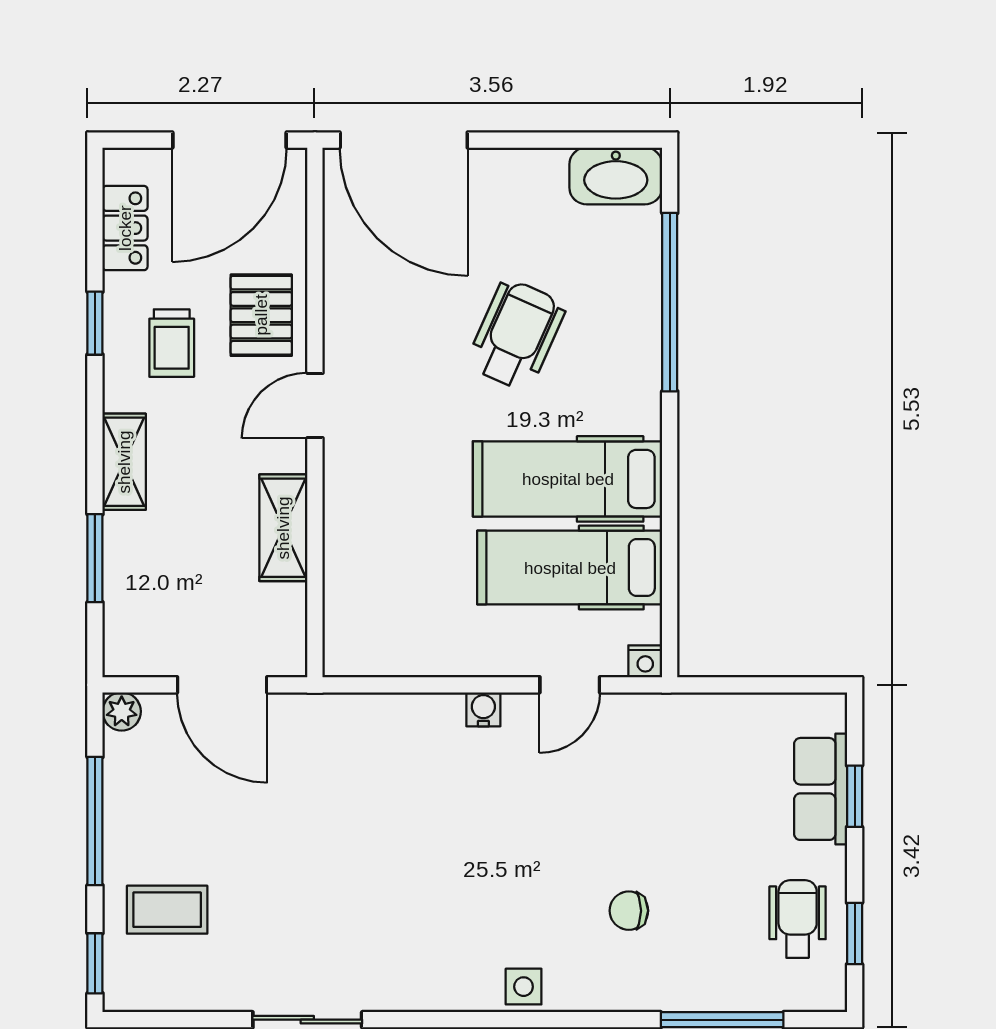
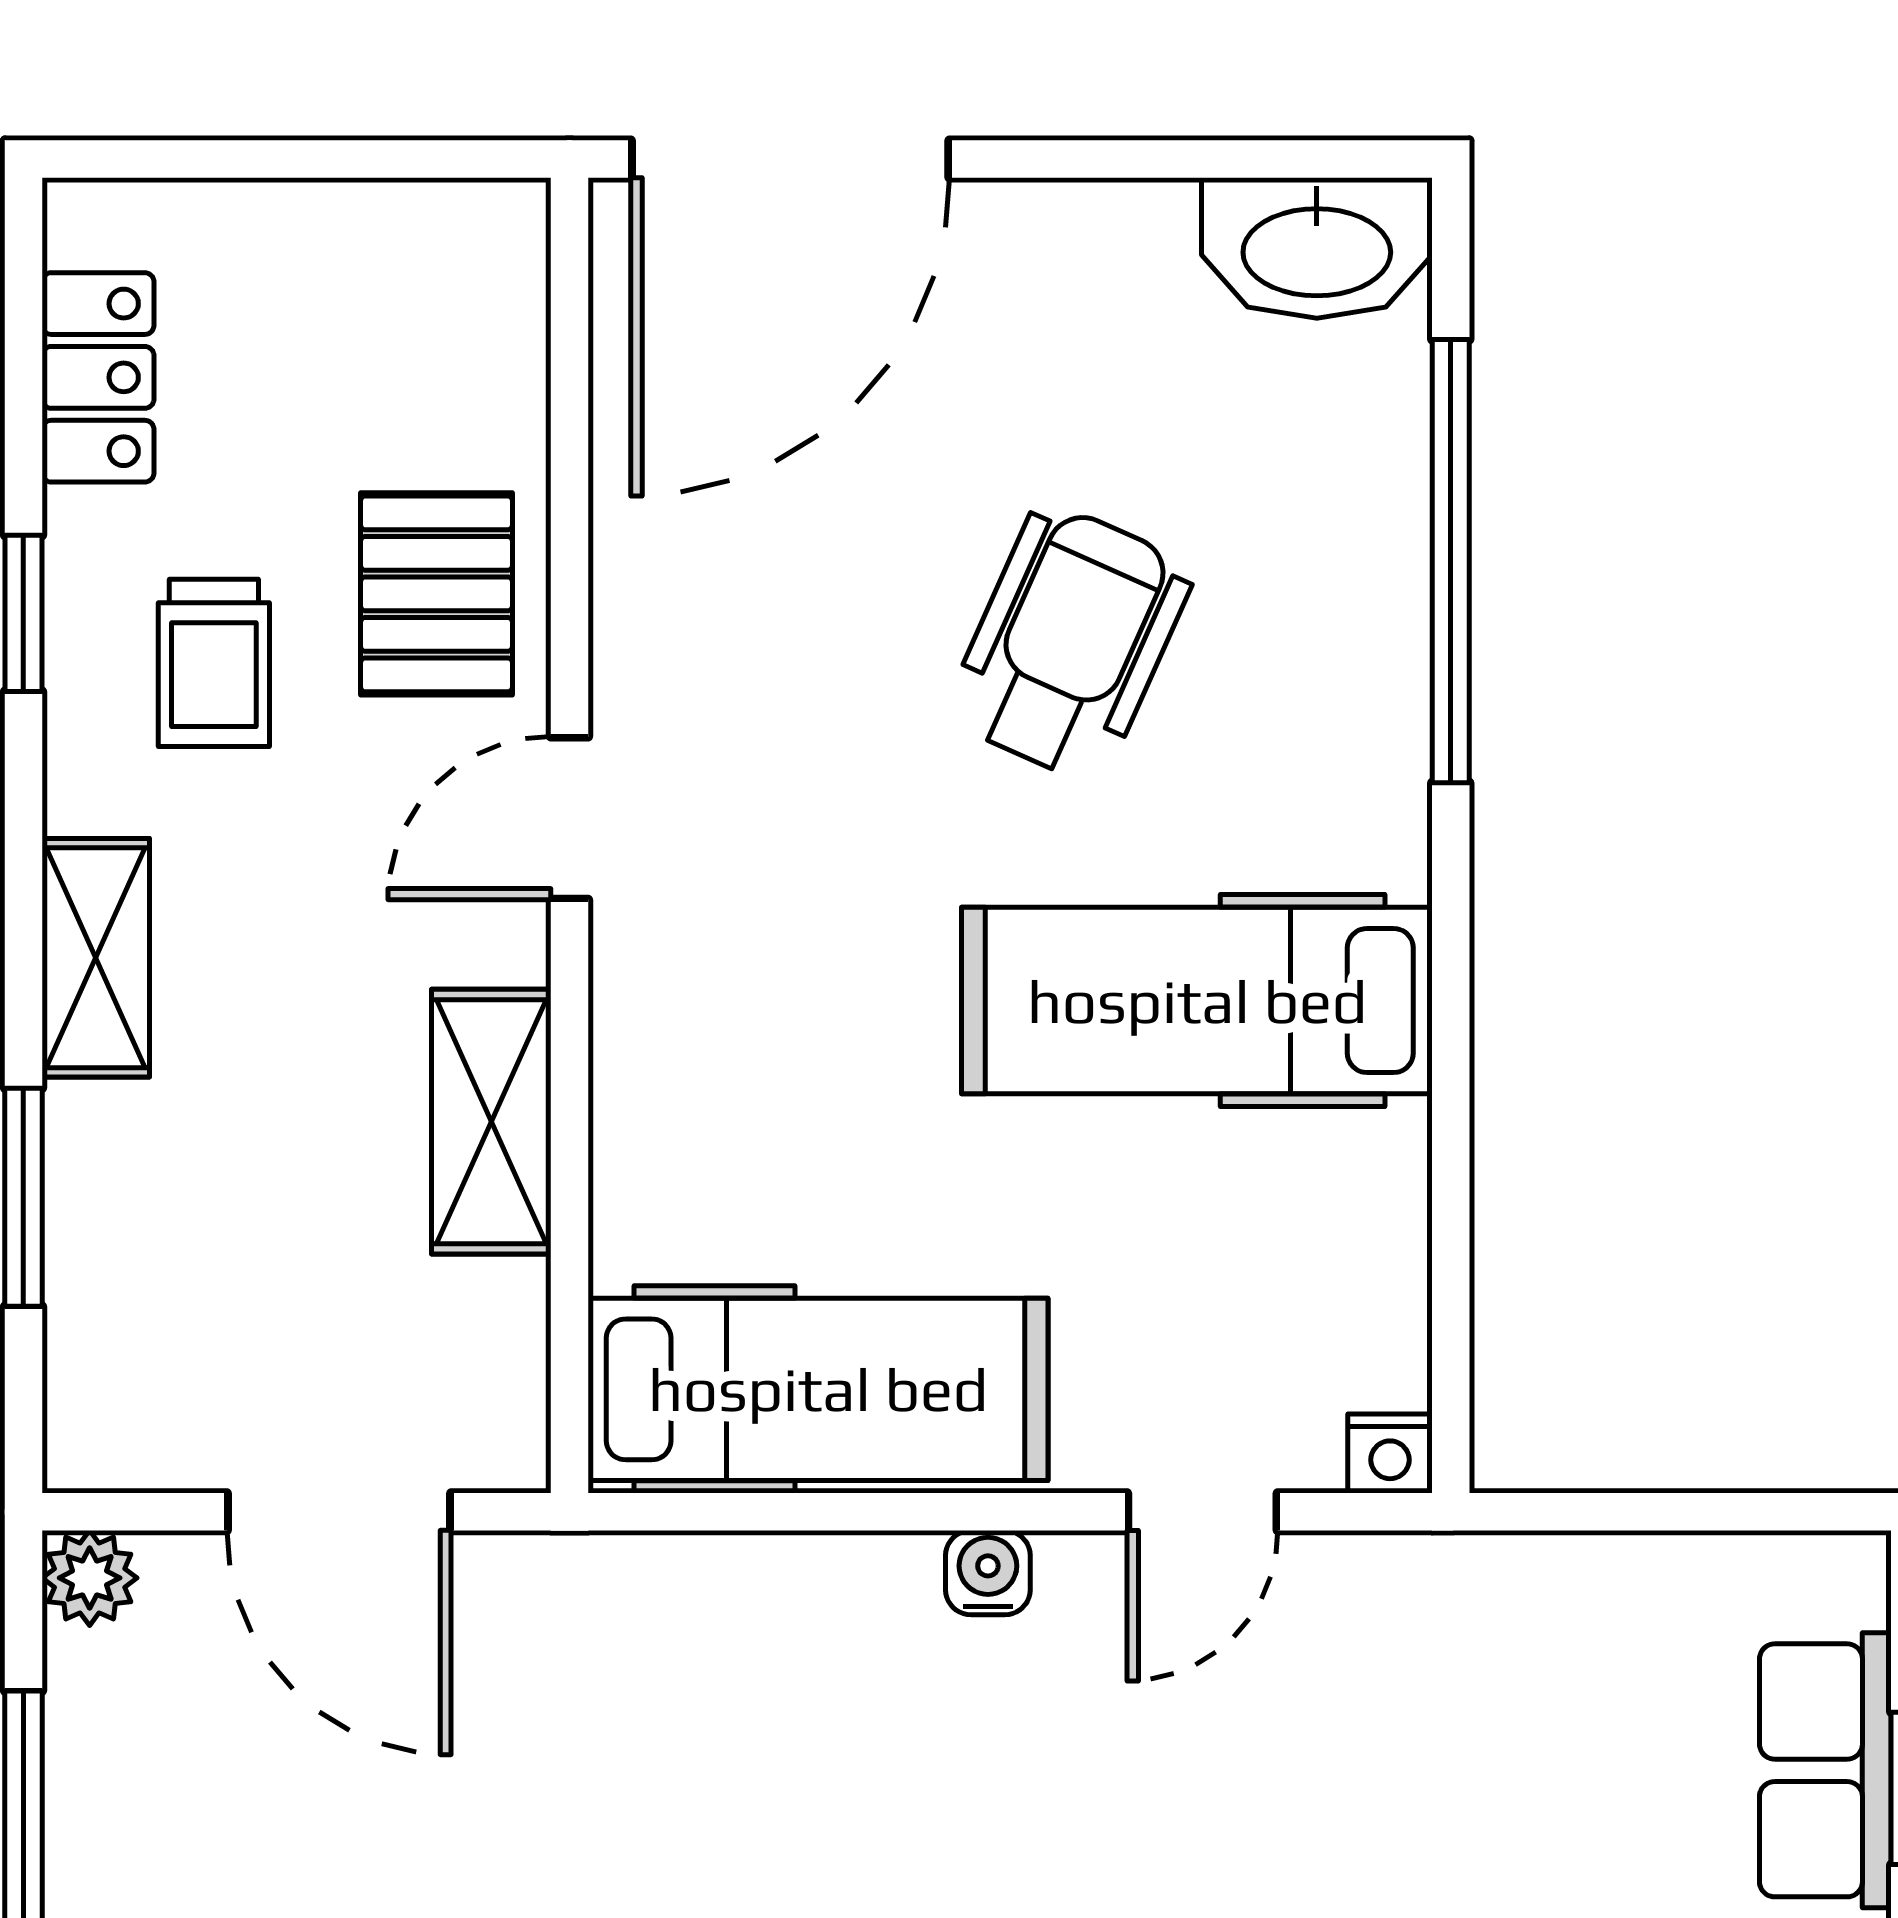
door: (229, 140) -> (357, 159), removed
door: (404, 140) -> (790, 159), hinge flipped
hospital bed: (570, 568) -> (818, 1389), moved, turned 180

